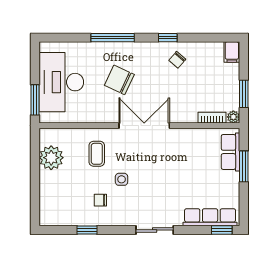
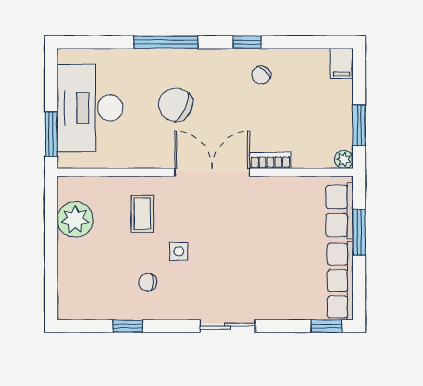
bookcase: (212, 118) -> (270, 160), moved
row of seats: (210, 217) -> (340, 281), moved, turned -90

